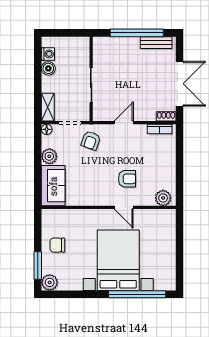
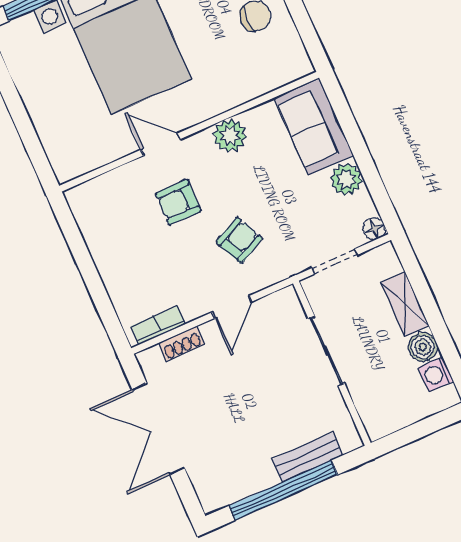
bench: (156, 43) -> (308, 457), moved
shelving: (48, 107) -> (405, 304), moved
shoe rack: (166, 116) -> (181, 344), moved
armchair: (91, 141) -> (239, 240), moved, turned 44
plant: (163, 198) -> (230, 135), moved

